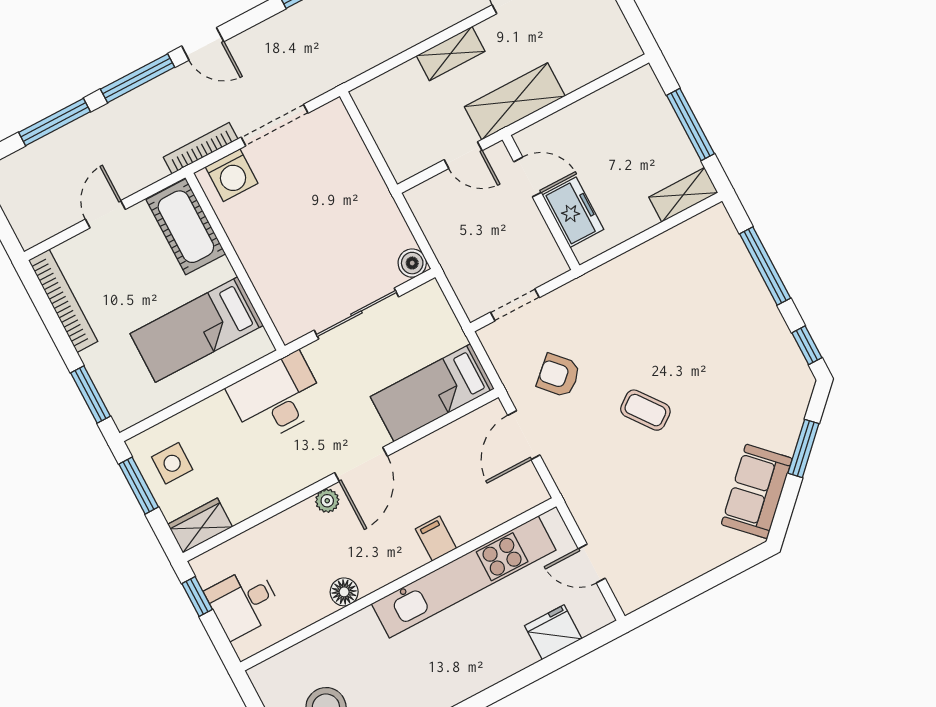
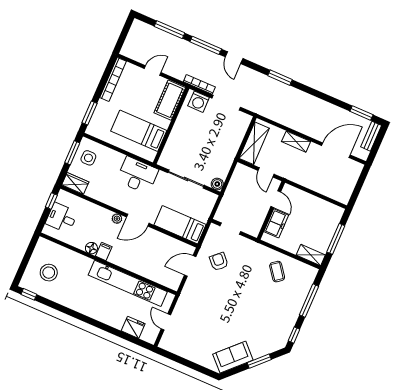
shelving: (515, 101) -> (254, 143), moved, turned 90
coffee table: (645, 410) -> (277, 272), moved
filing cabinet: (436, 539) -> (104, 251), moved

